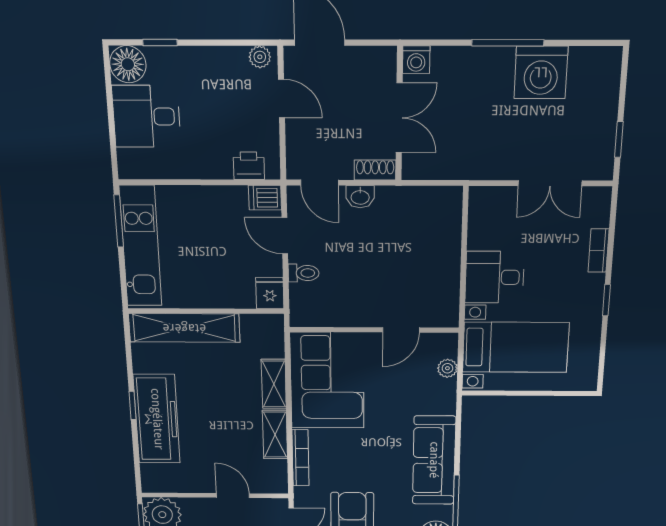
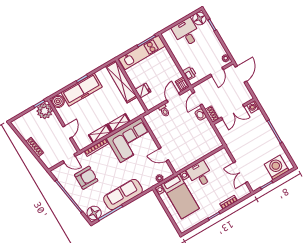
washing machine: (541, 72) -> (277, 167), moved, turned 90
fridge: (270, 293) -> (143, 91), moved
boiler: (156, 479) -> (58, 101), added

